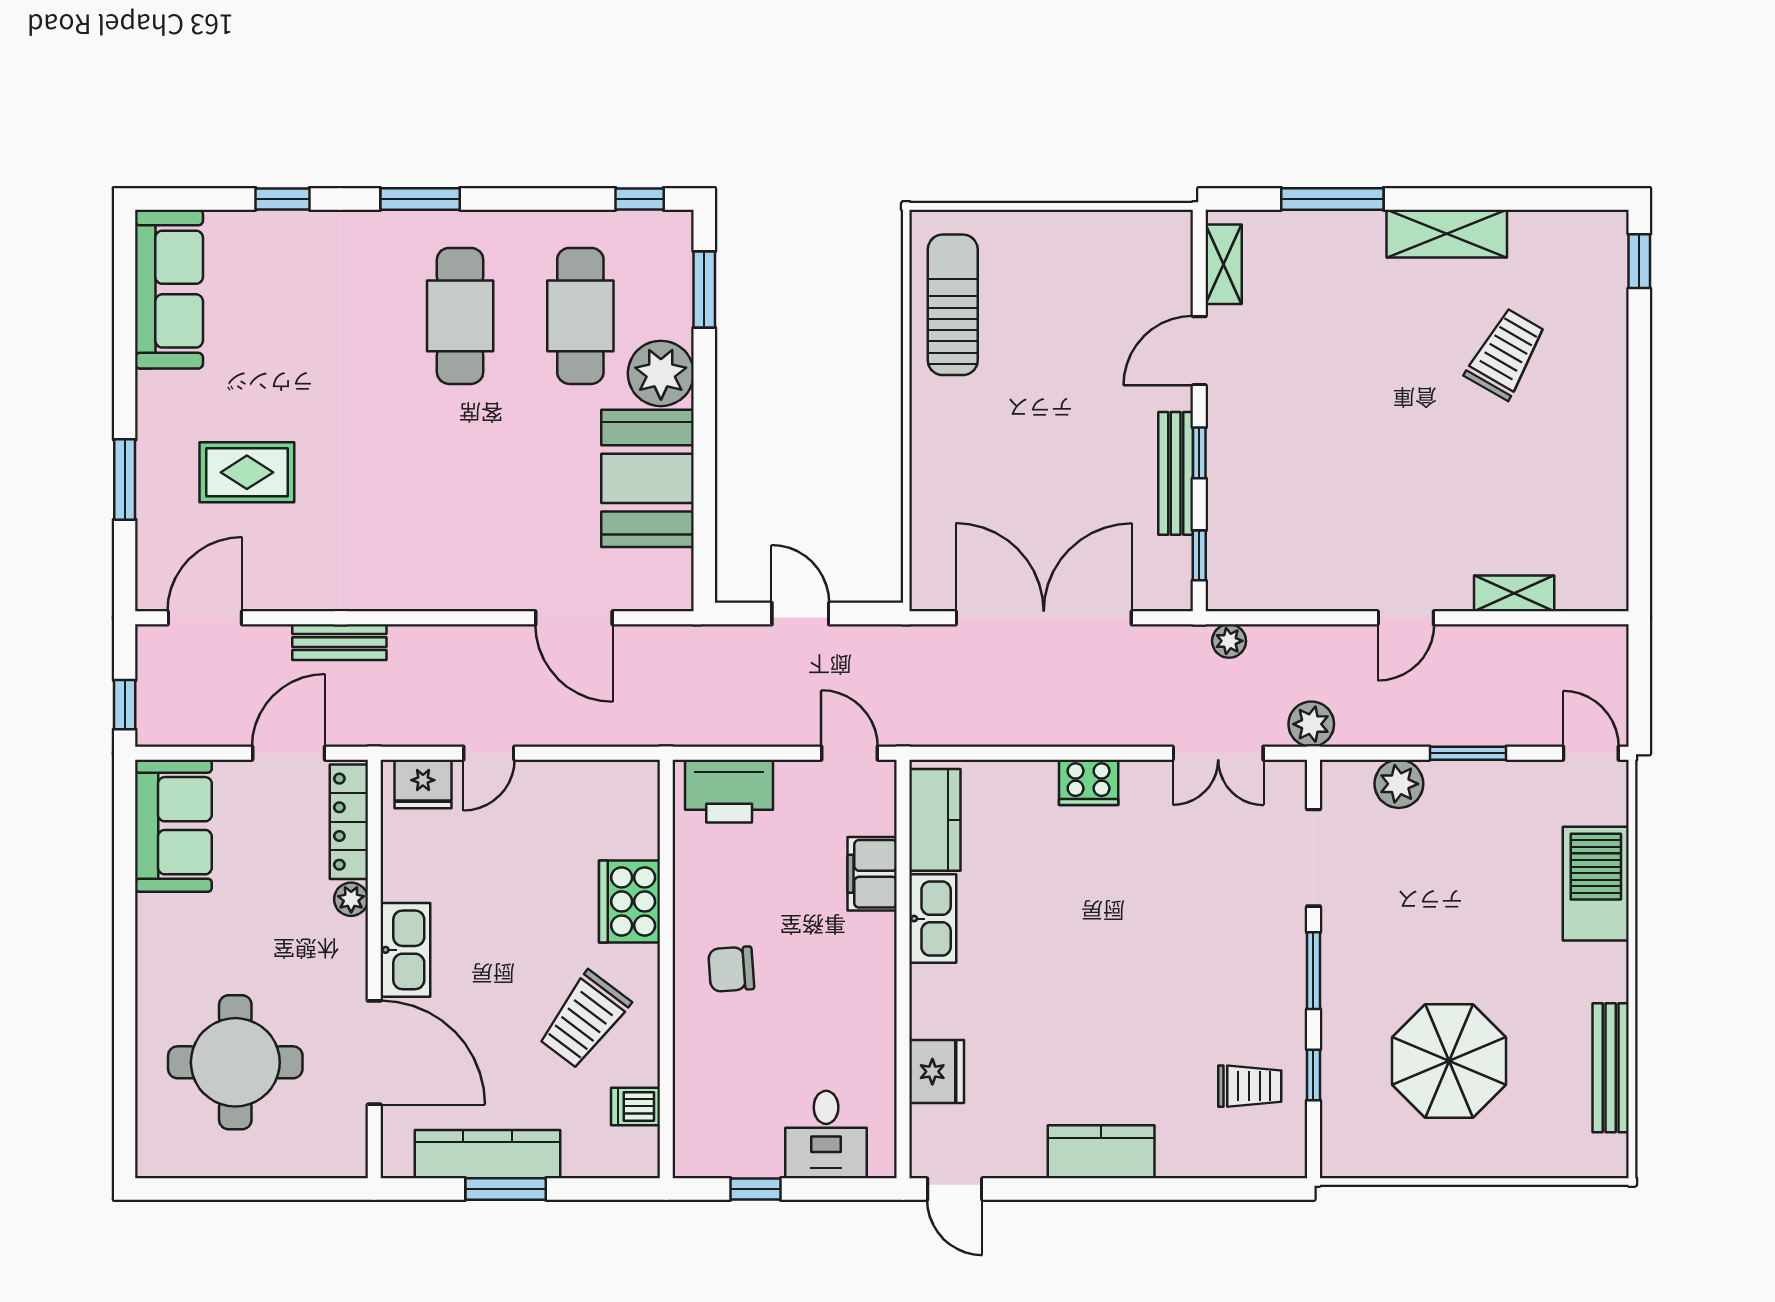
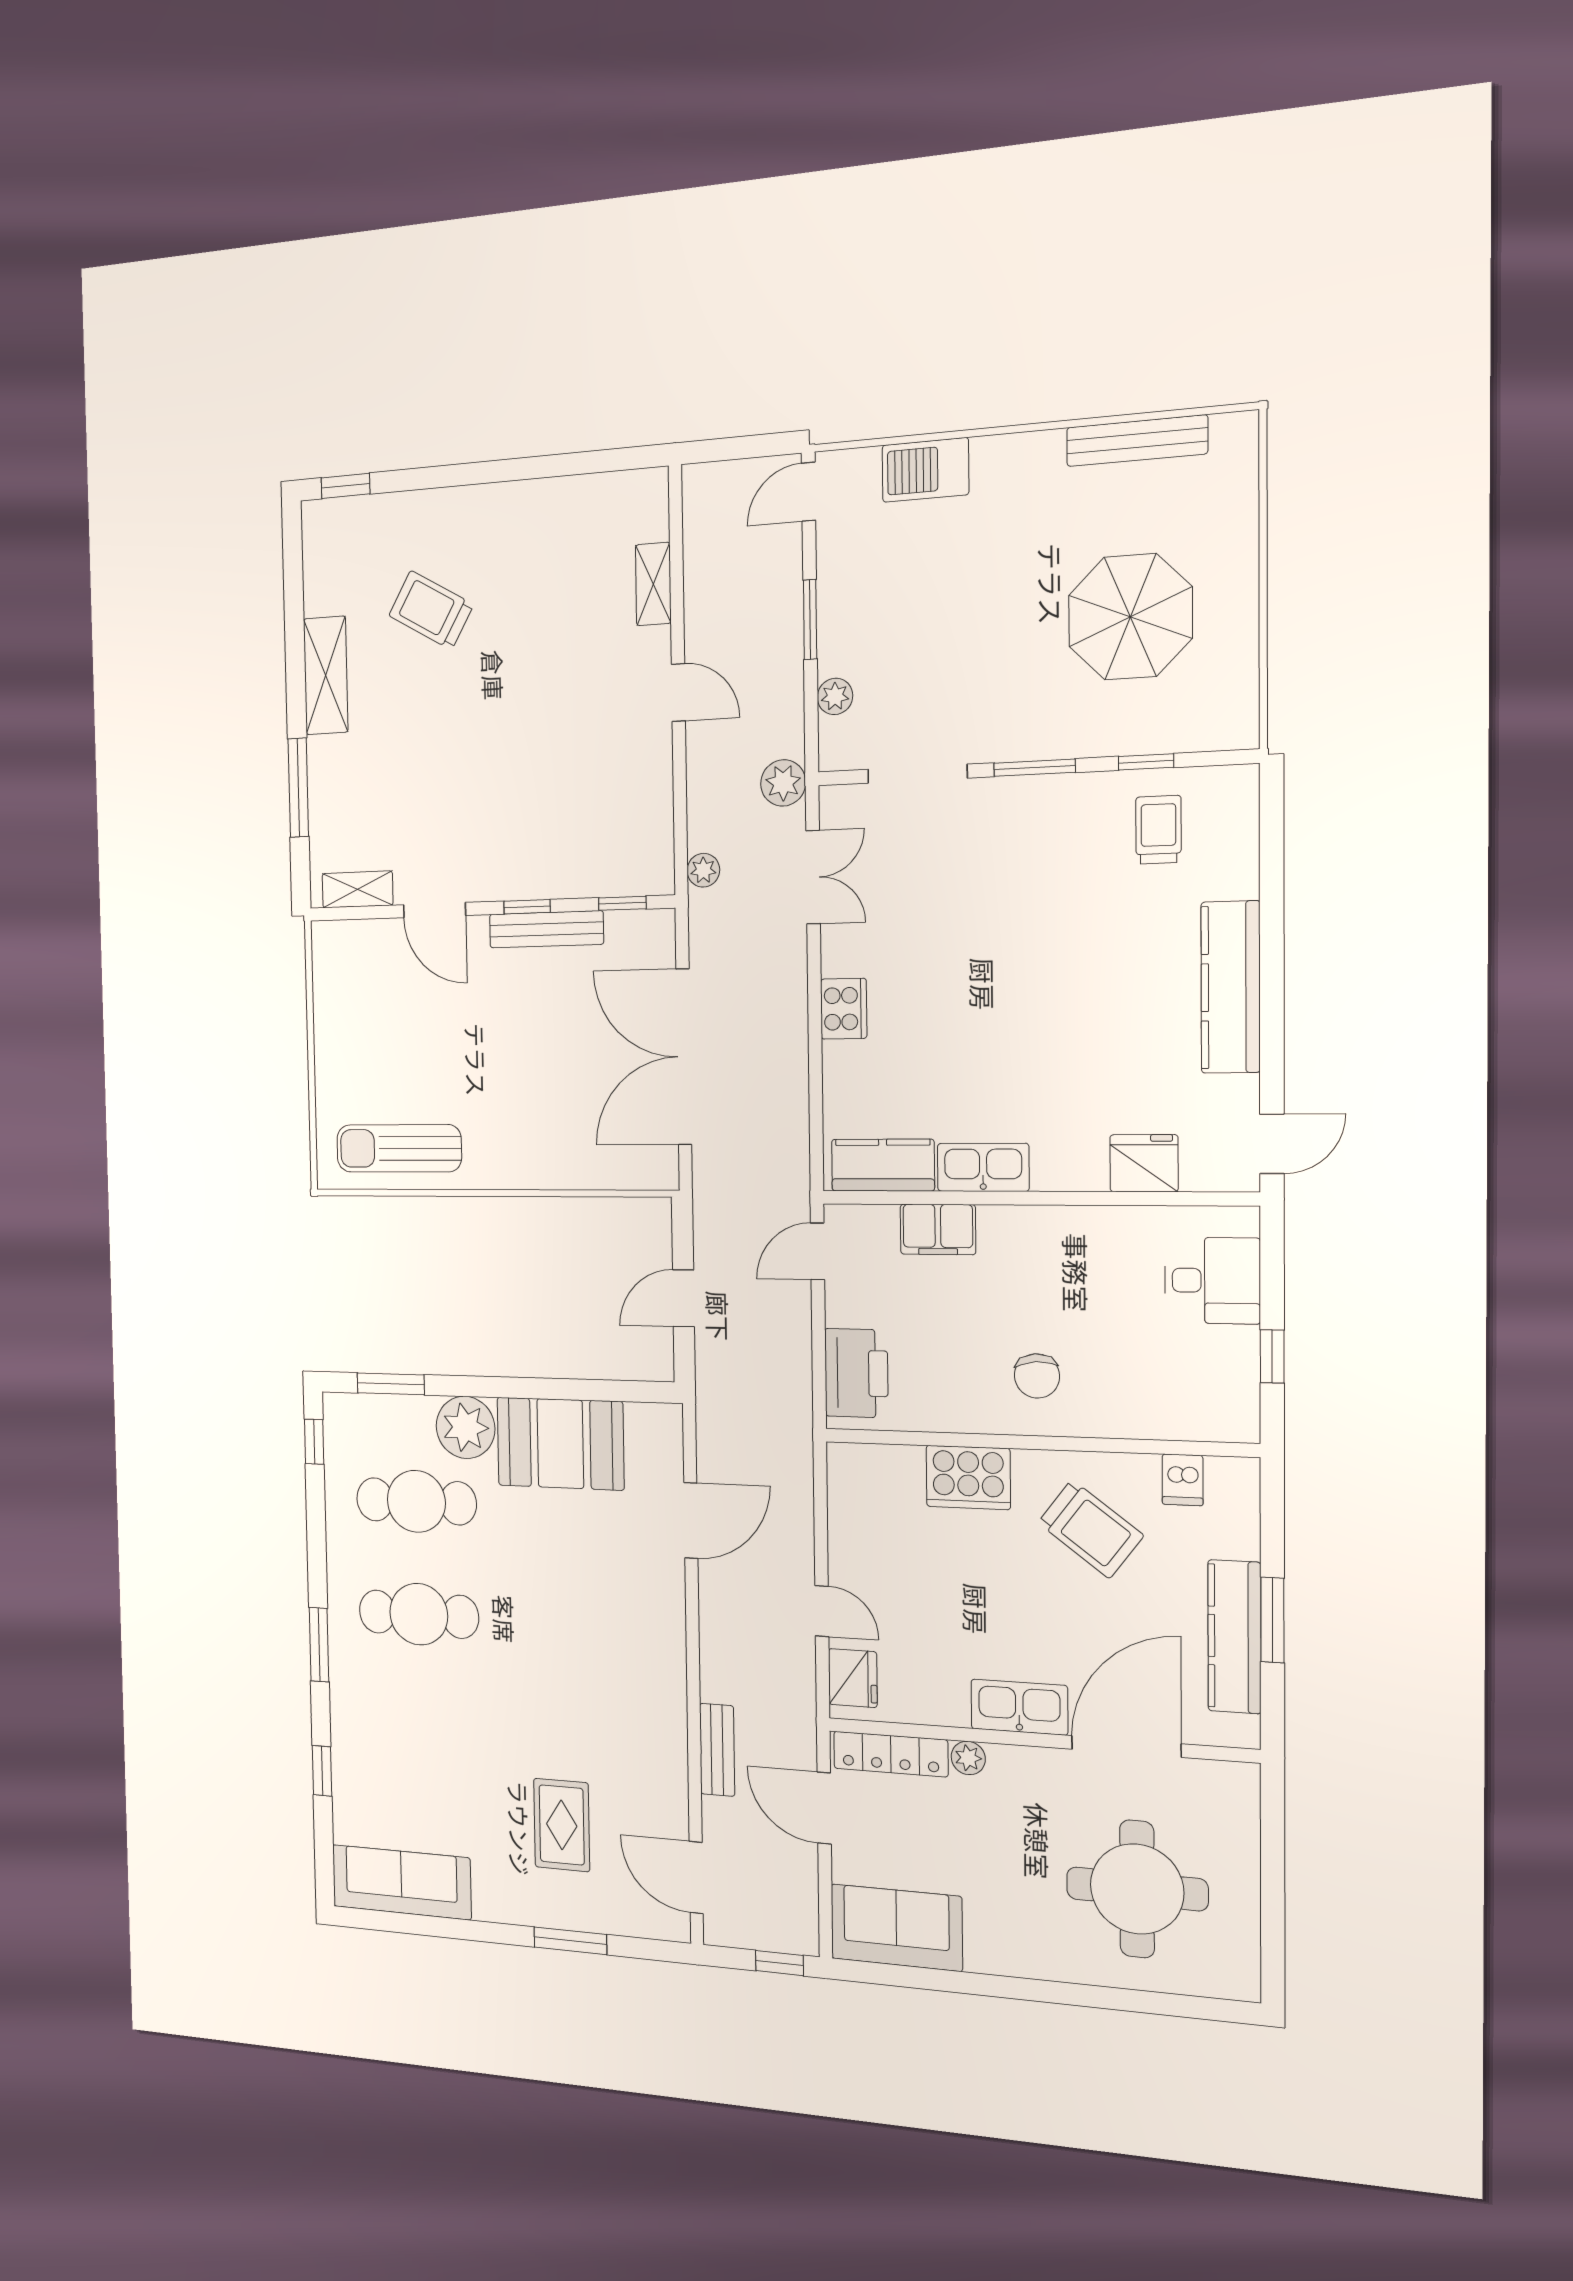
plant: (1399, 784) -> (835, 696), width x0.73, depth x0.73
barbecue: (1596, 884) -> (925, 470), width x0.73, depth x0.83
kitchen counter: (1101, 1152) -> (1231, 987), width x1.50

